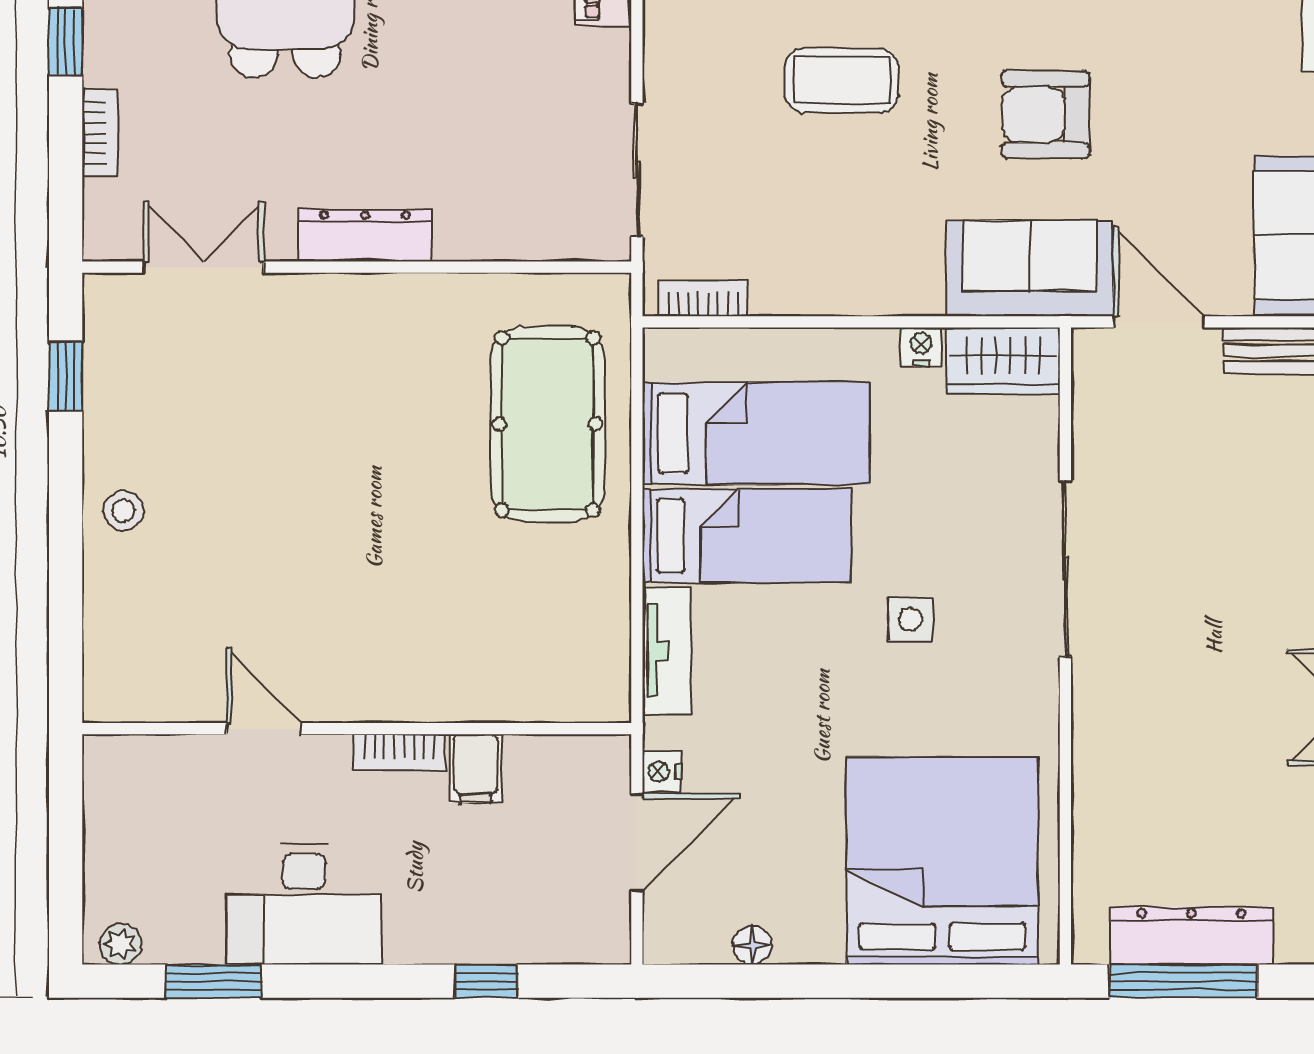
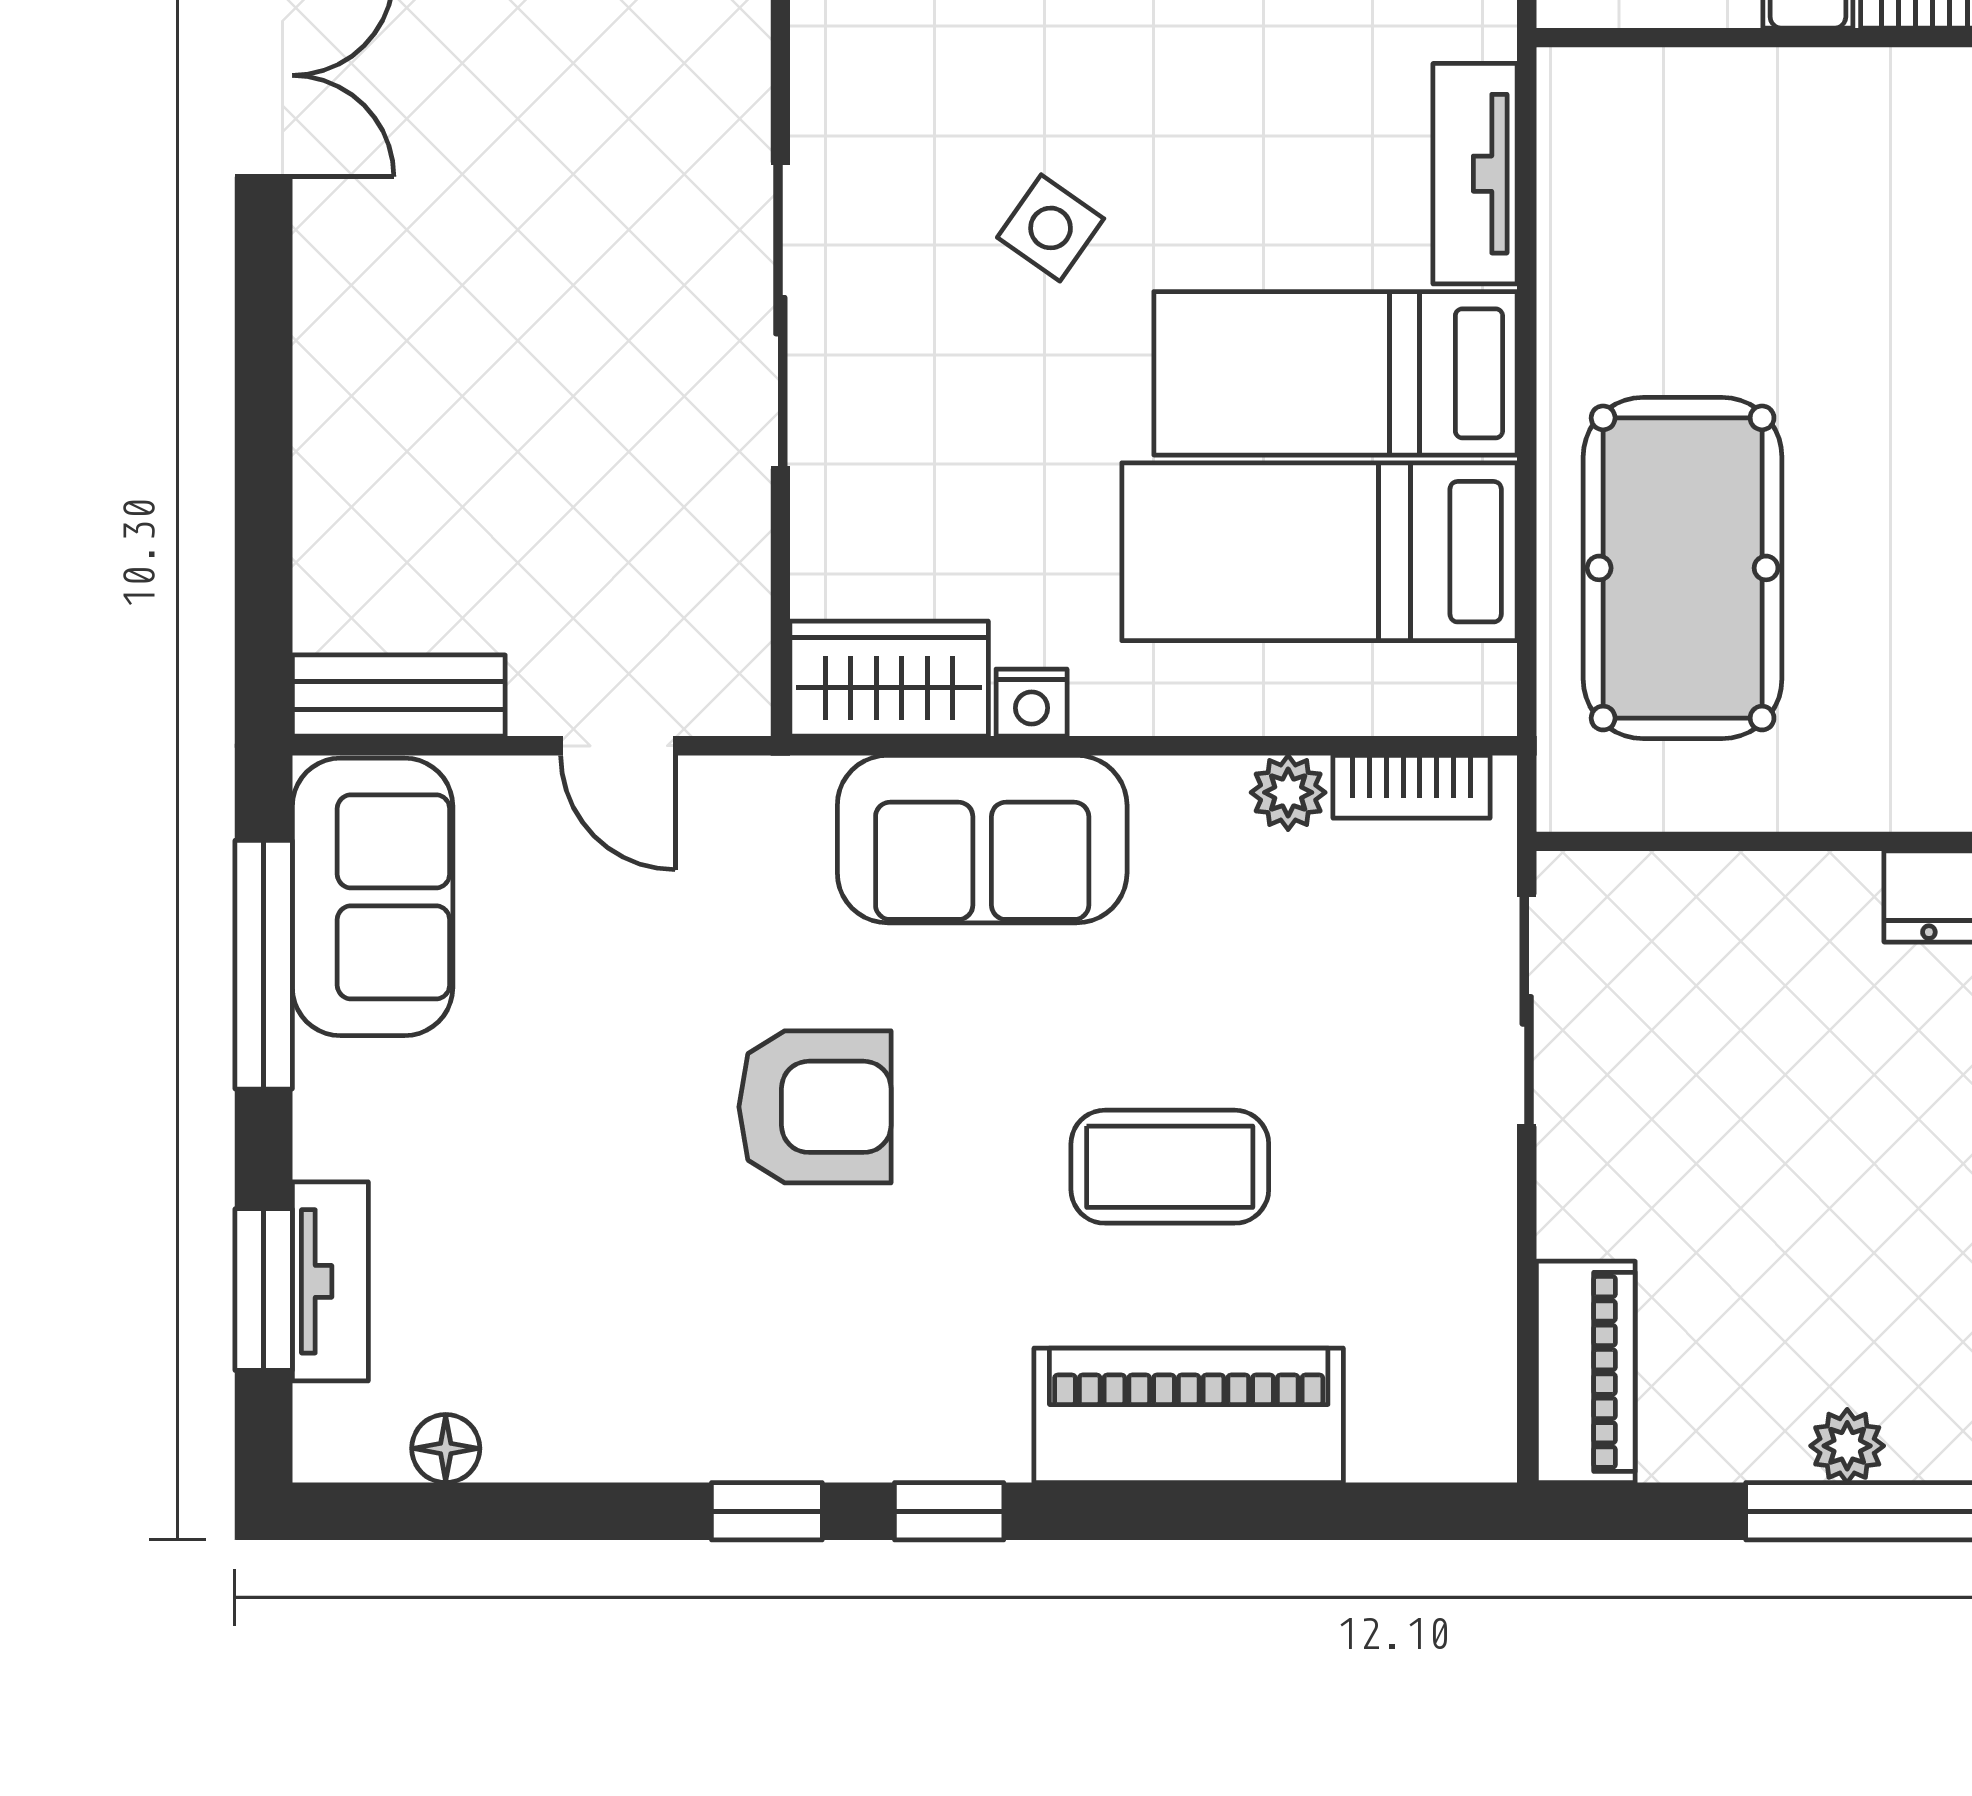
sofa: (1030, 268) -> (982, 839), moved
plant: (774, 295) -> (1288, 792), added
door: (1159, 322) -> (618, 746), width x0.73
side table: (910, 619) -> (1051, 228), turned 35

